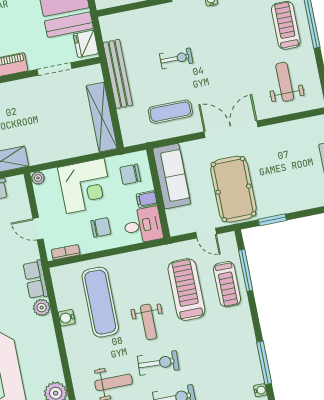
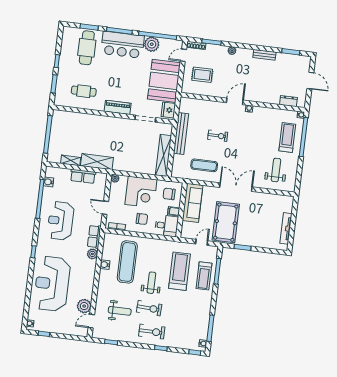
door: (206, 233) -> (202, 242), swing flipped
weight bench: (149, 322) -> (151, 283), turned 180

